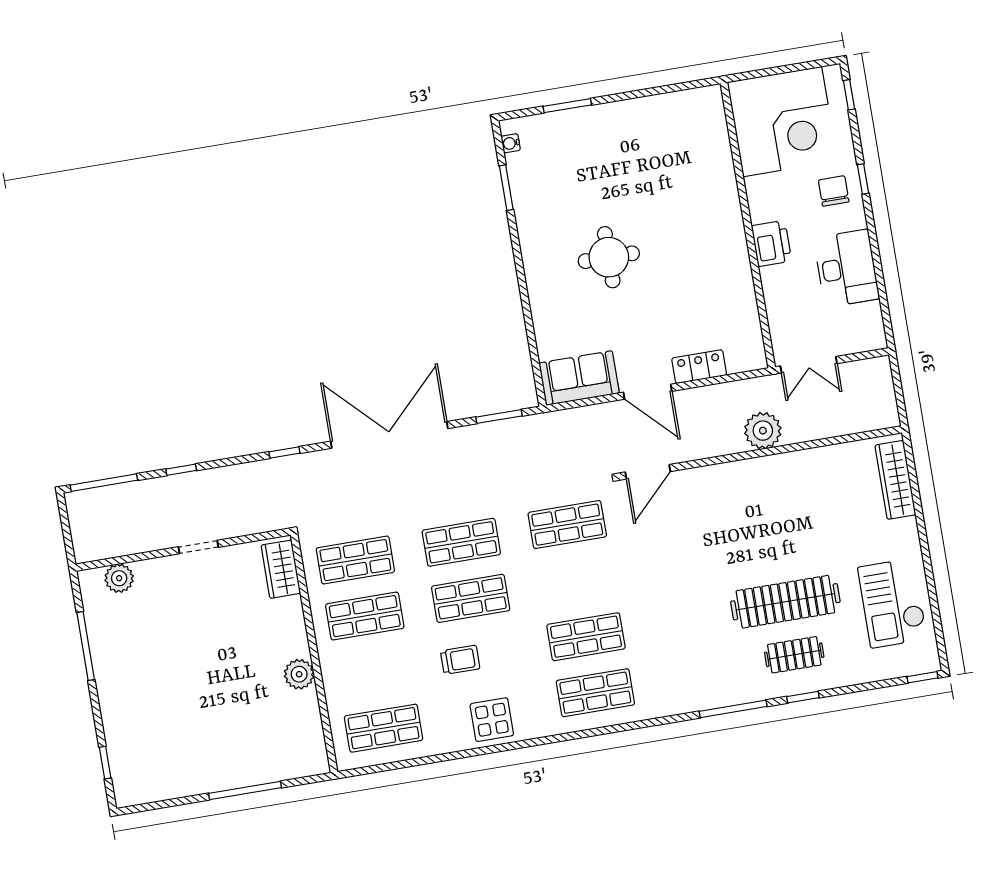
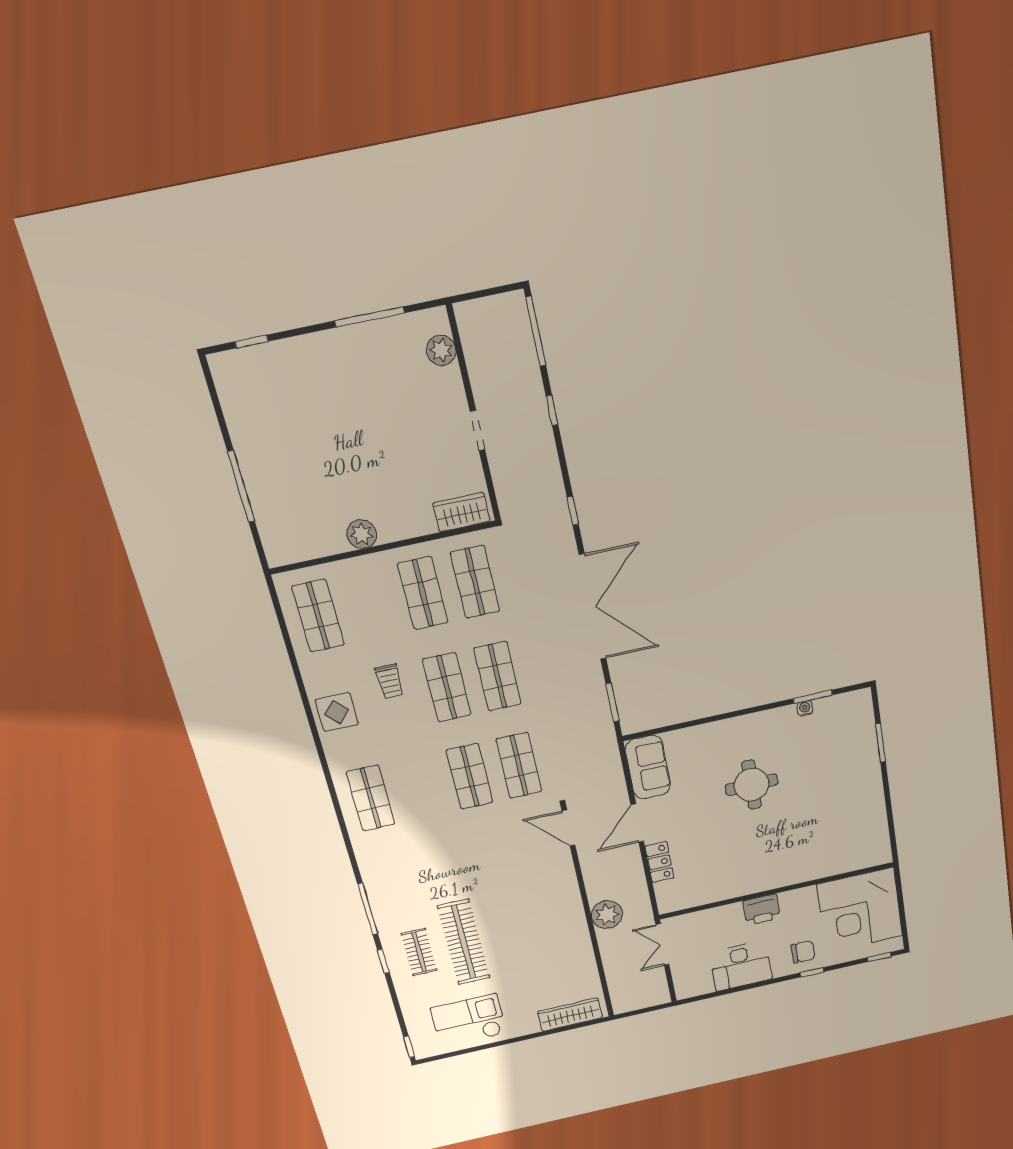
water cooler: (511, 143) -> (805, 708), moved
shop shelf: (586, 637) -> (470, 776), moved

